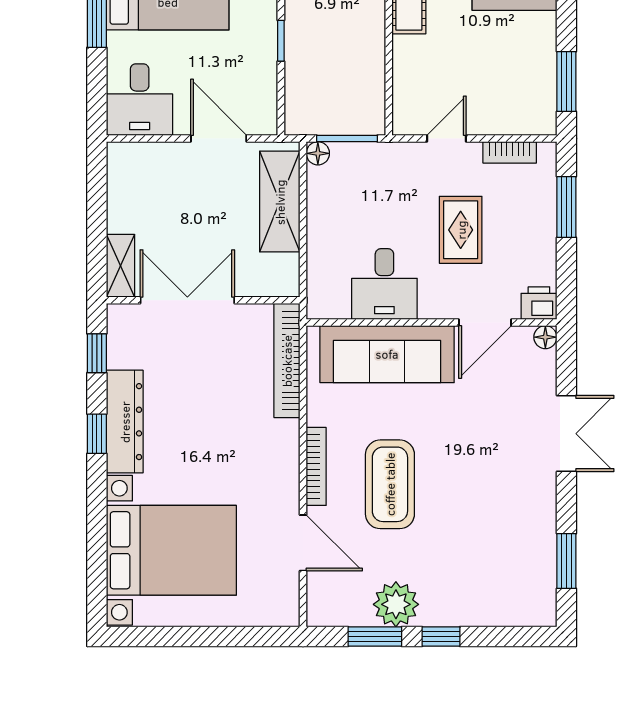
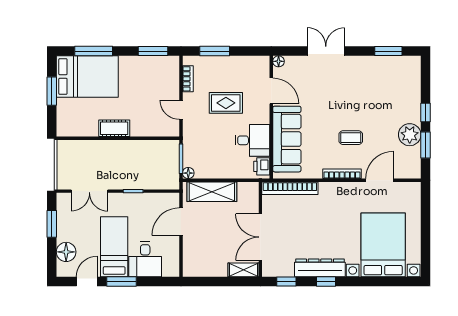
desk: (140, 100) -> (145, 259), moved, turned 90
printer: (539, 303) -> (262, 166), moved
coffee table: (390, 484) -> (351, 138), width x0.54, depth x0.58

